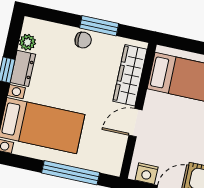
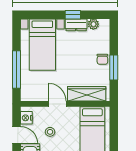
stool: (175, 142) -> (50, 132), added

